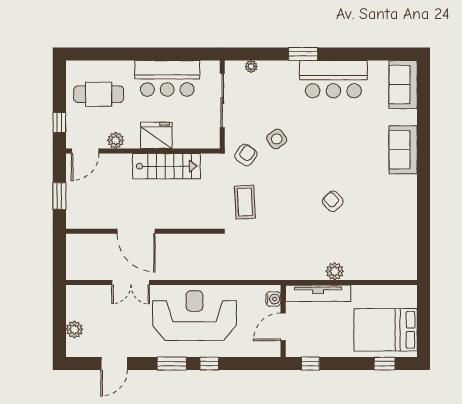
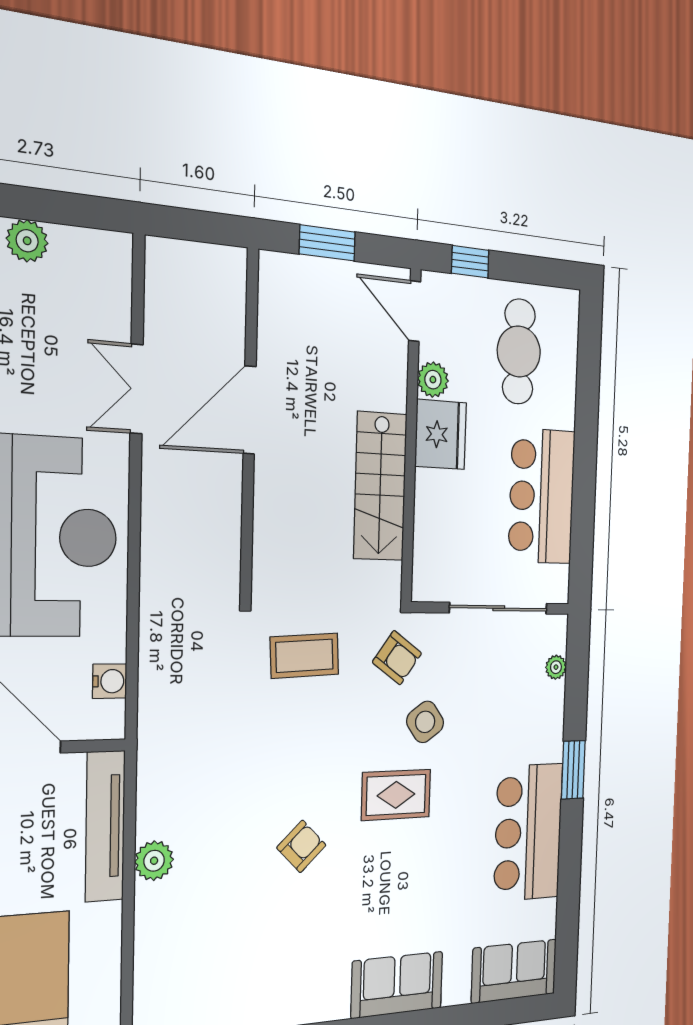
fridge: (156, 135) -> (441, 434), moved
rug: (311, 153) -> (396, 795), added
water cooler: (273, 299) -> (110, 681), moved, turned -90

